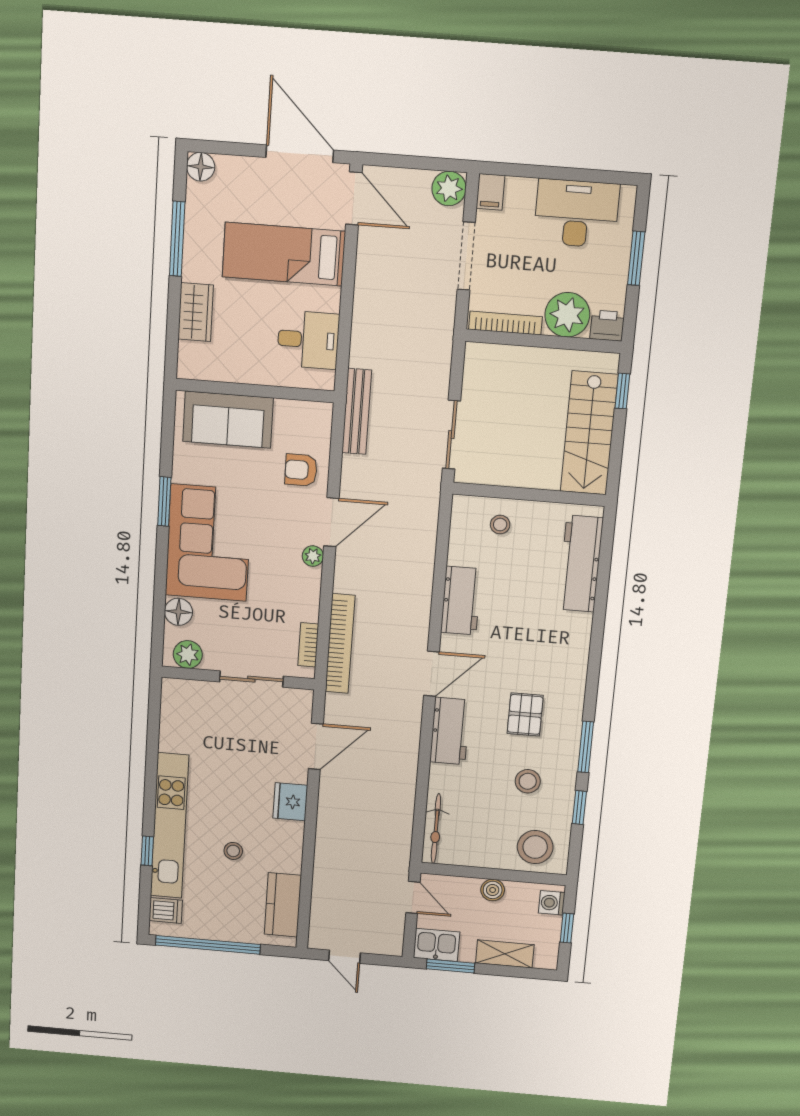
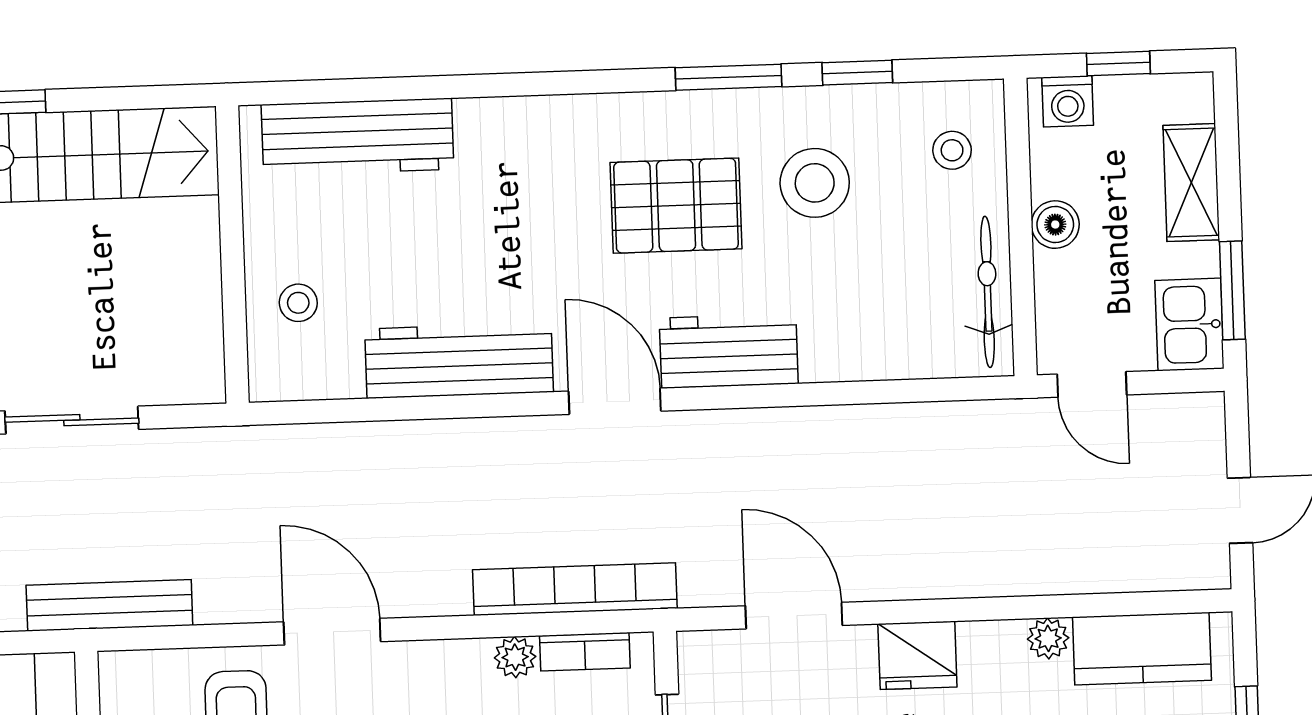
sliding door: (451, 435) -> (72, 420), moved
plant: (313, 556) -> (515, 657), moved
workbench: (461, 601) -> (459, 361), width x1.38
pallet: (525, 714) -> (676, 206), width x1.50, depth x1.42
stool: (528, 781) -> (815, 183), width x1.38, depth x1.38
bicycle: (436, 829) -> (988, 292), moved, turned -90
stool: (535, 847) -> (952, 150), width x0.53, depth x0.53
plant: (292, 863) -> (1048, 638), added
door: (413, 897) -> (1092, 384), swing flipped

